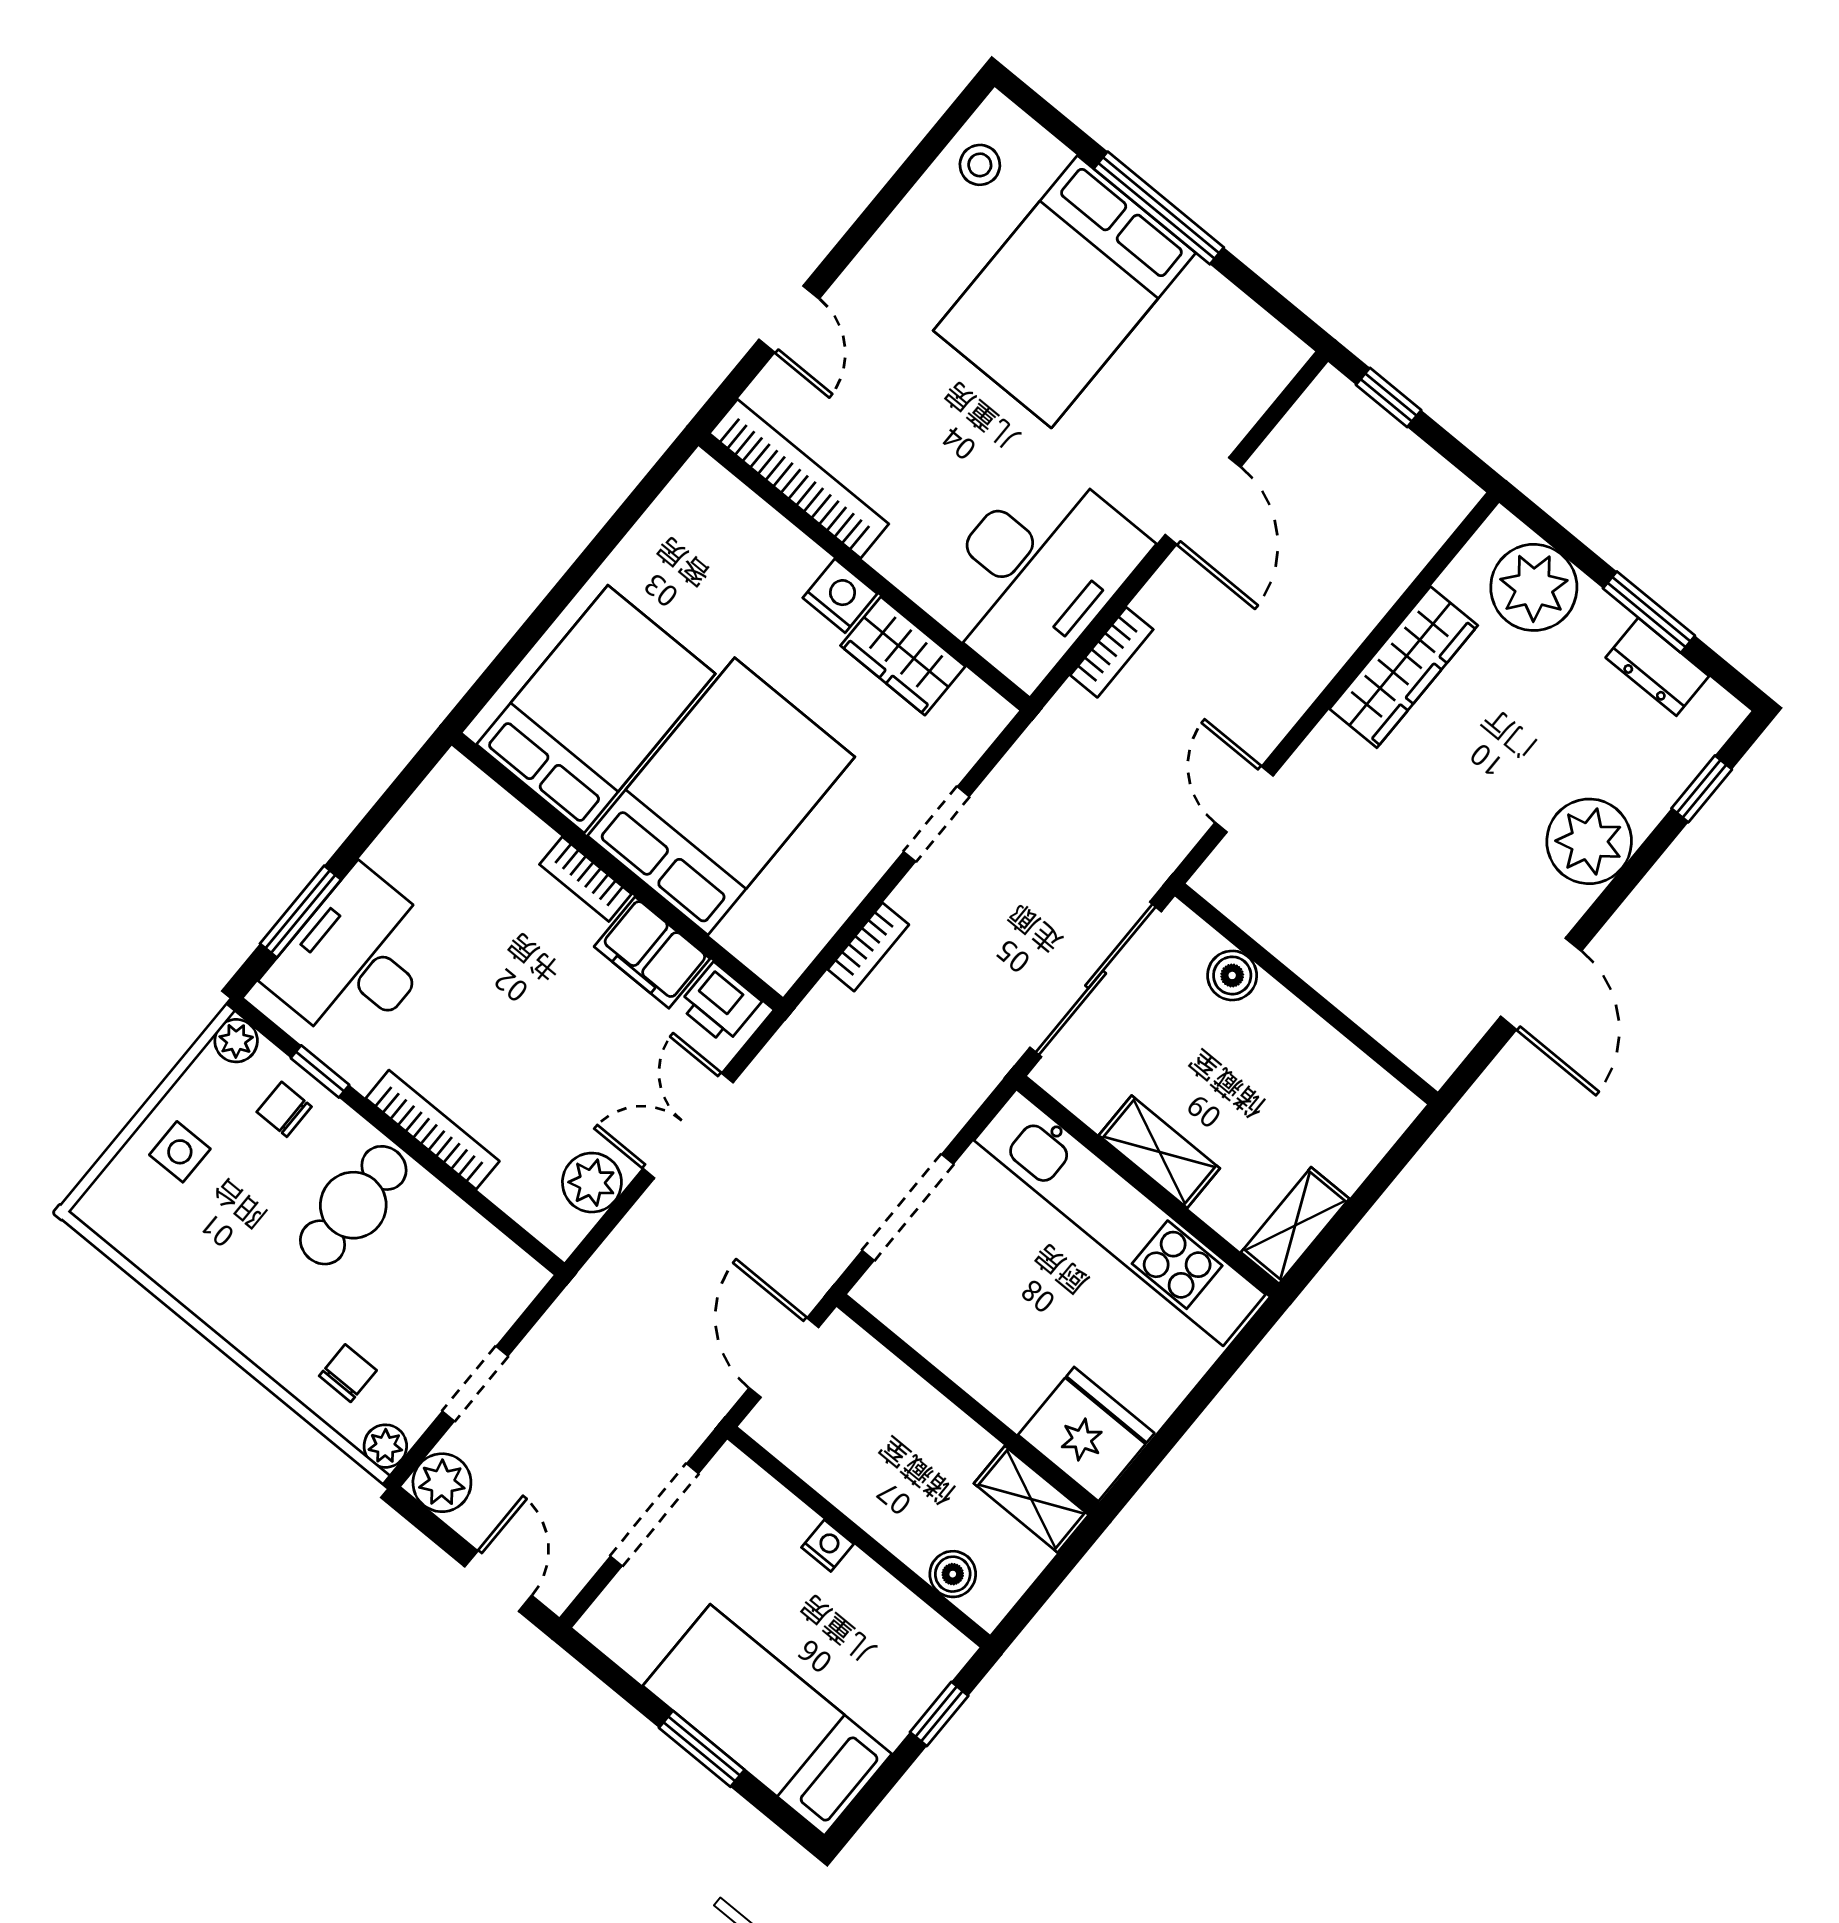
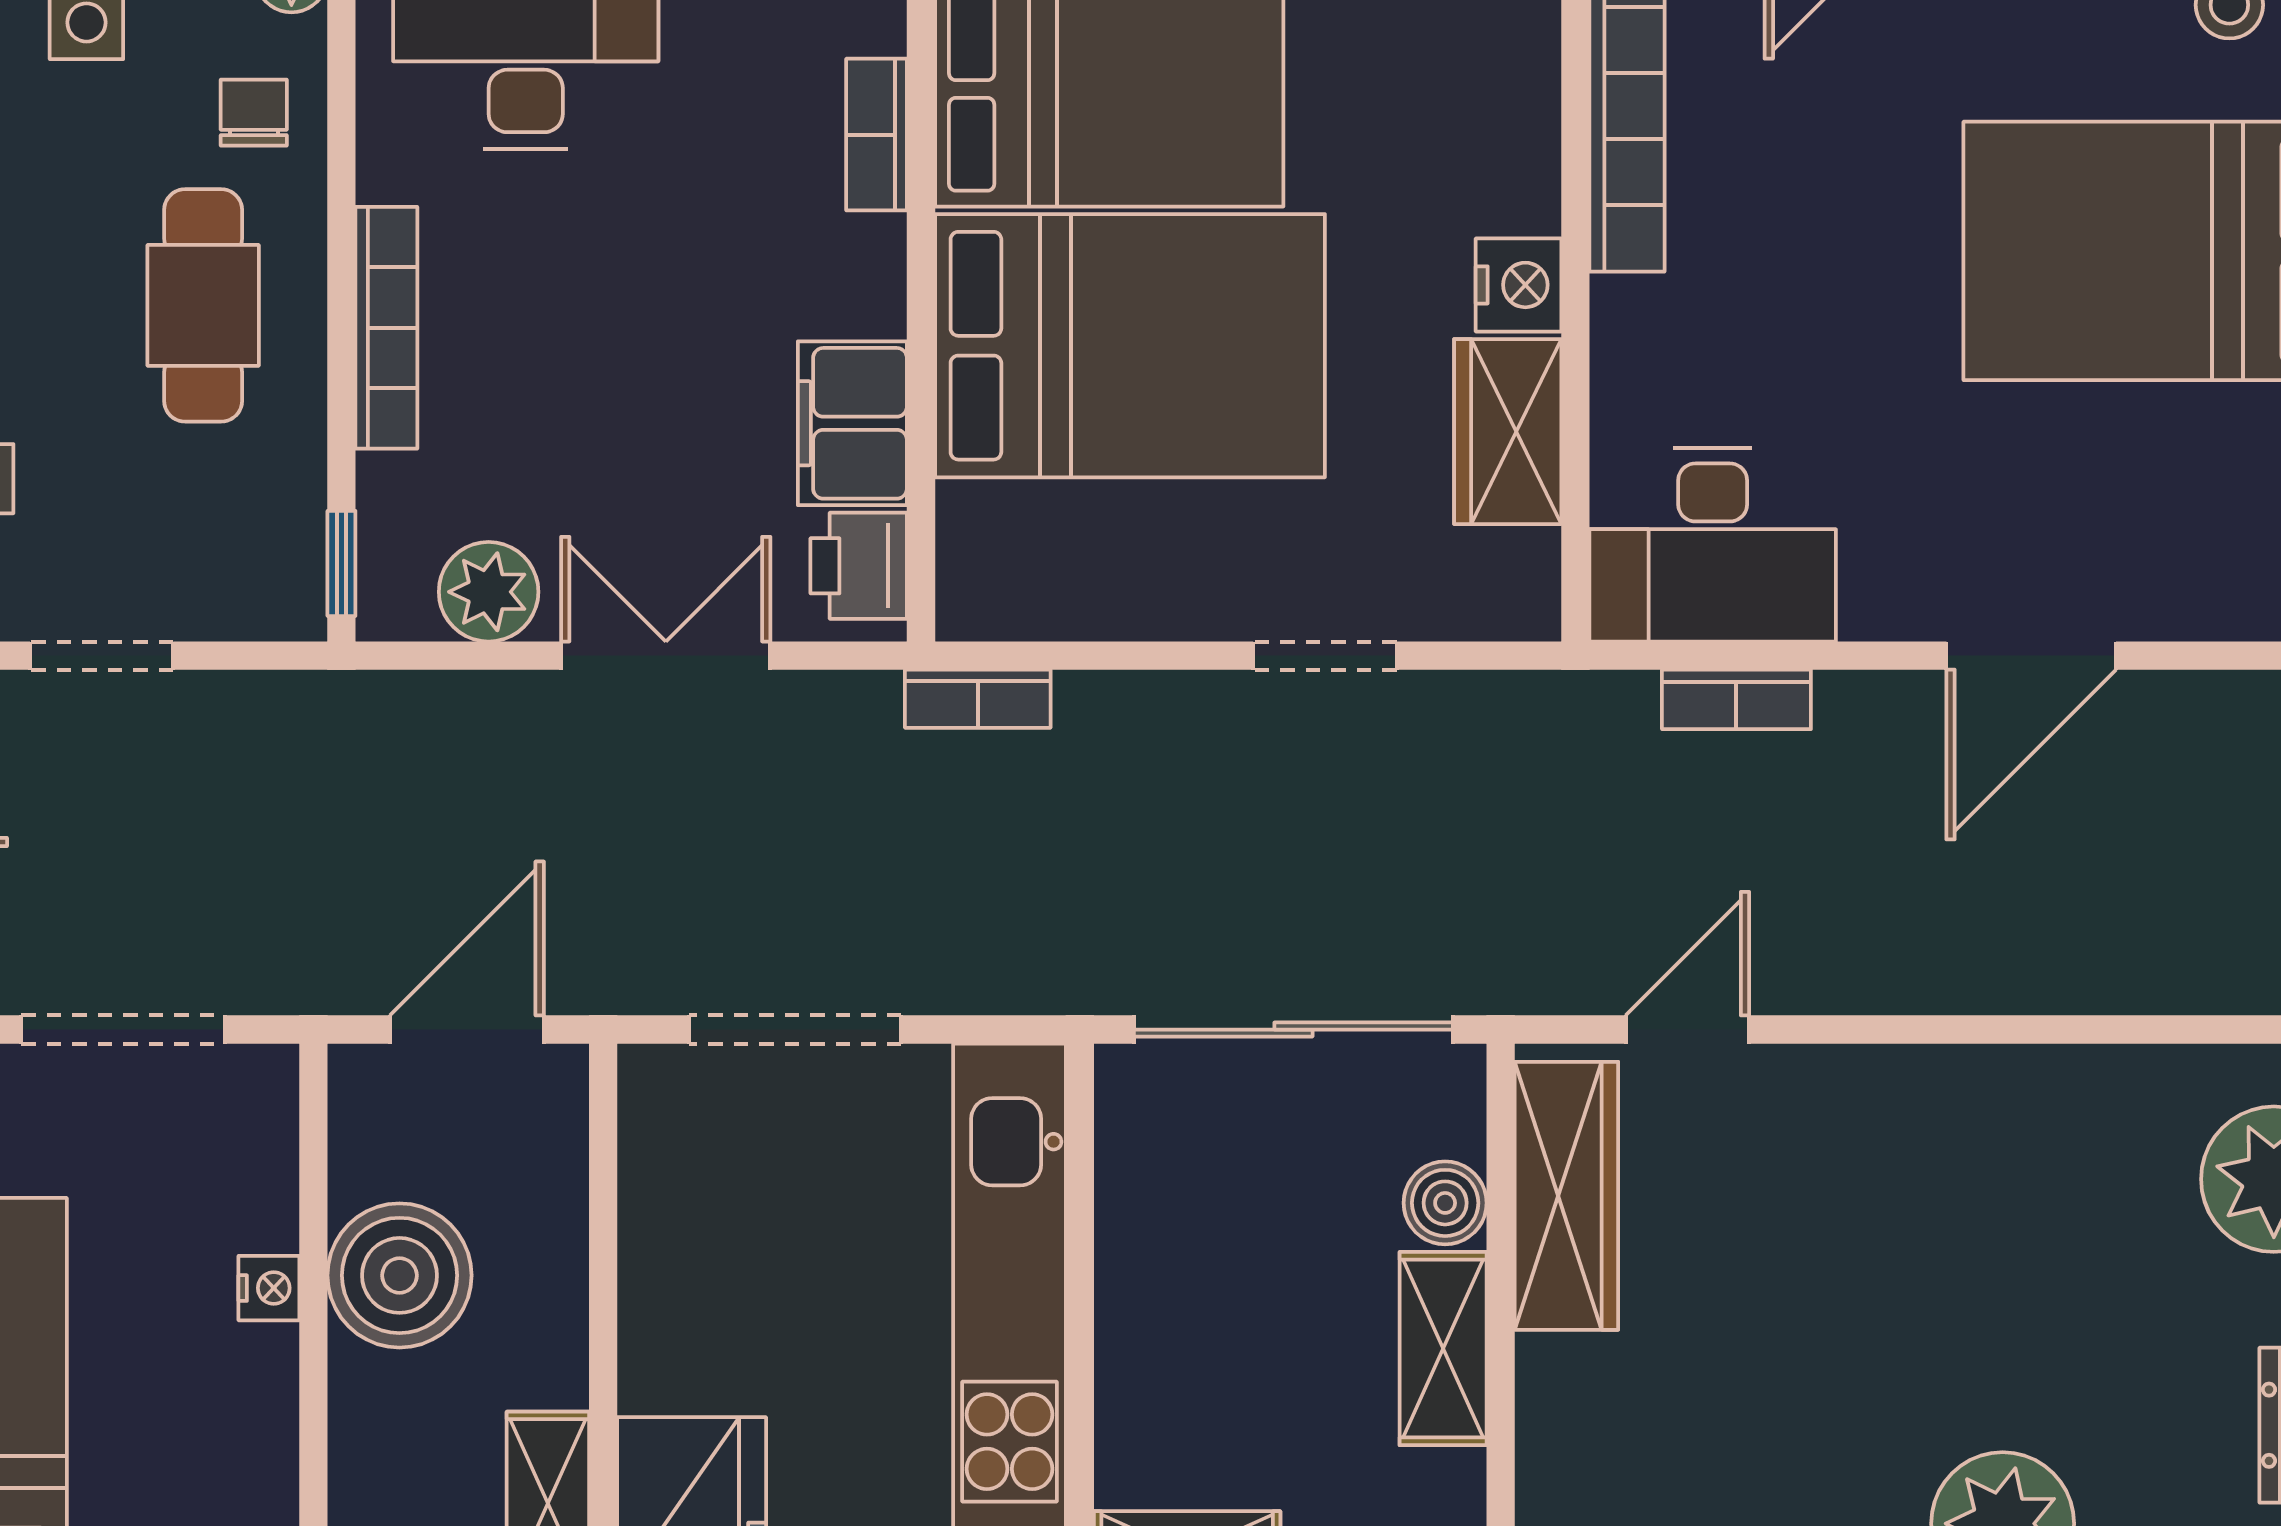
desk: (1036, 573) -> (1713, 545), width x0.73, depth x0.77
wardrobe: (1404, 667) -> (1566, 1196), moved, turned -90
bookcase: (586, 879) -> (877, 135), moved
bookcase: (868, 947) -> (978, 699), moved
window: (320, 1071) -> (341, 563), moved
shelving: (1159, 1152) -> (1443, 1349), moved
cafe table: (353, 1205) -> (203, 305), turned 90
boiler: (953, 1574) -> (399, 1275), moved, width x1.86, depth x1.86

